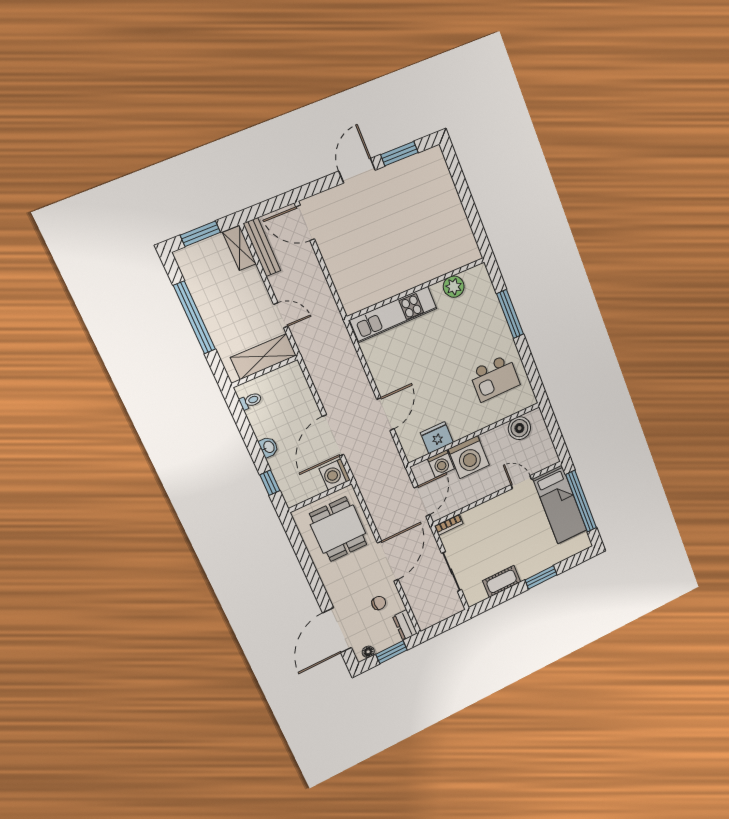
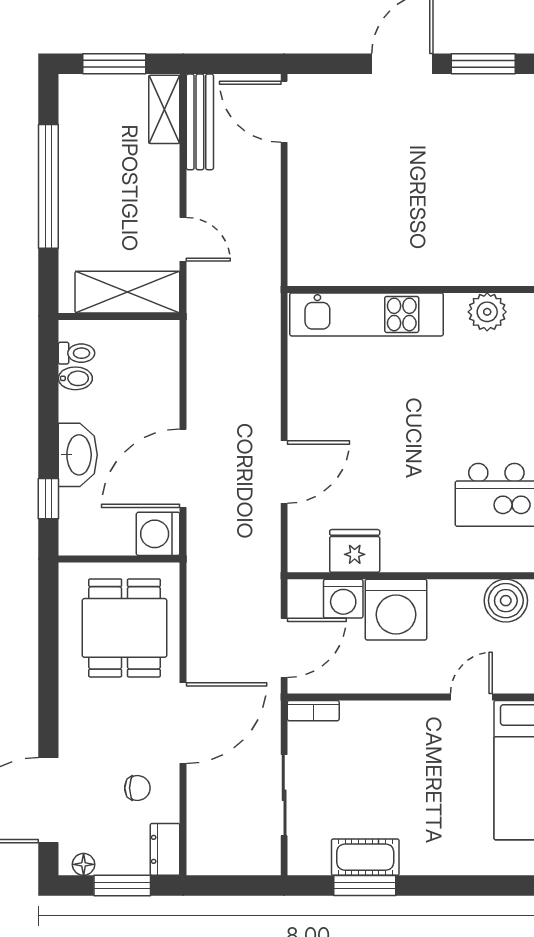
bidet: (256, 414) -> (75, 378), added
washbasin: (269, 447) -> (78, 455), width x1.91, depth x1.45
door: (521, 482) -> (471, 697), hinge flipped
window: (541, 577) -> (365, 886), moved

